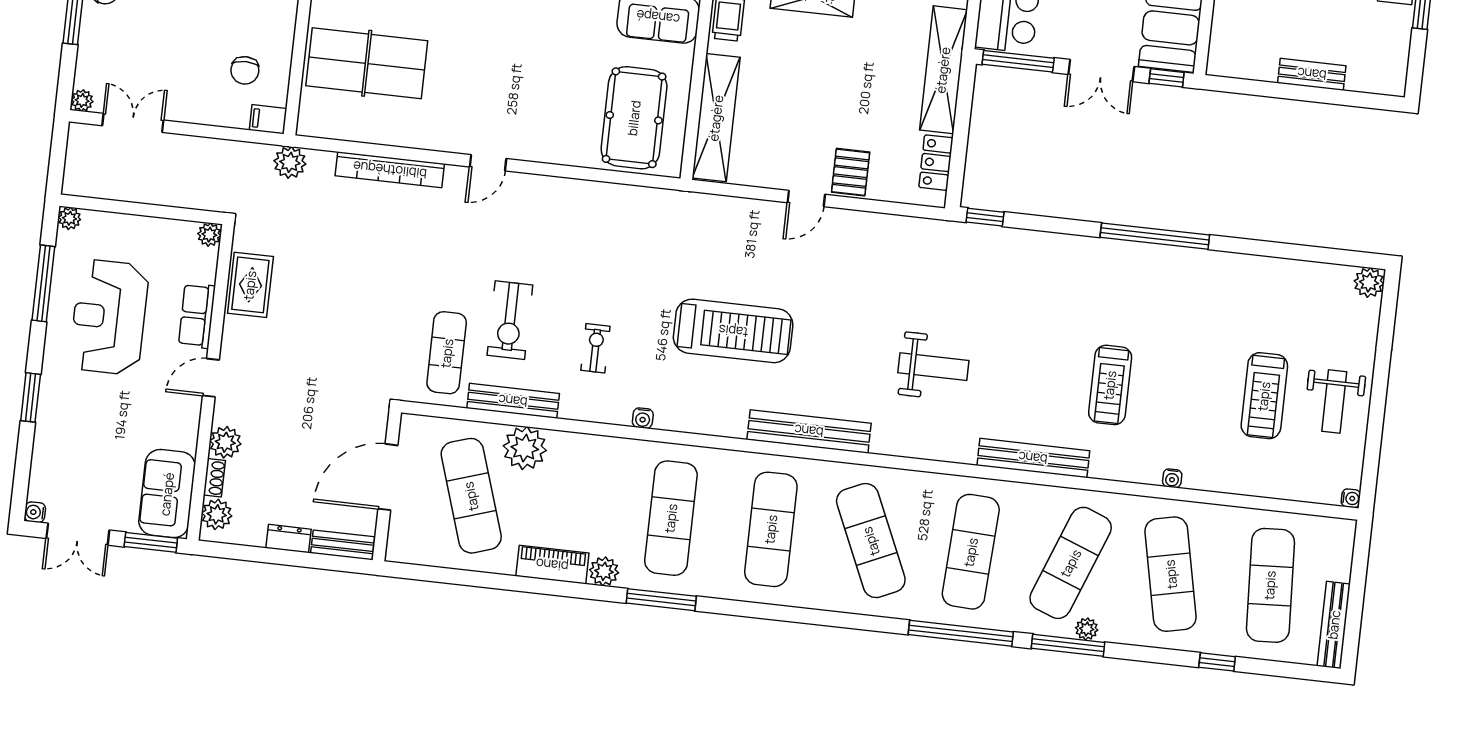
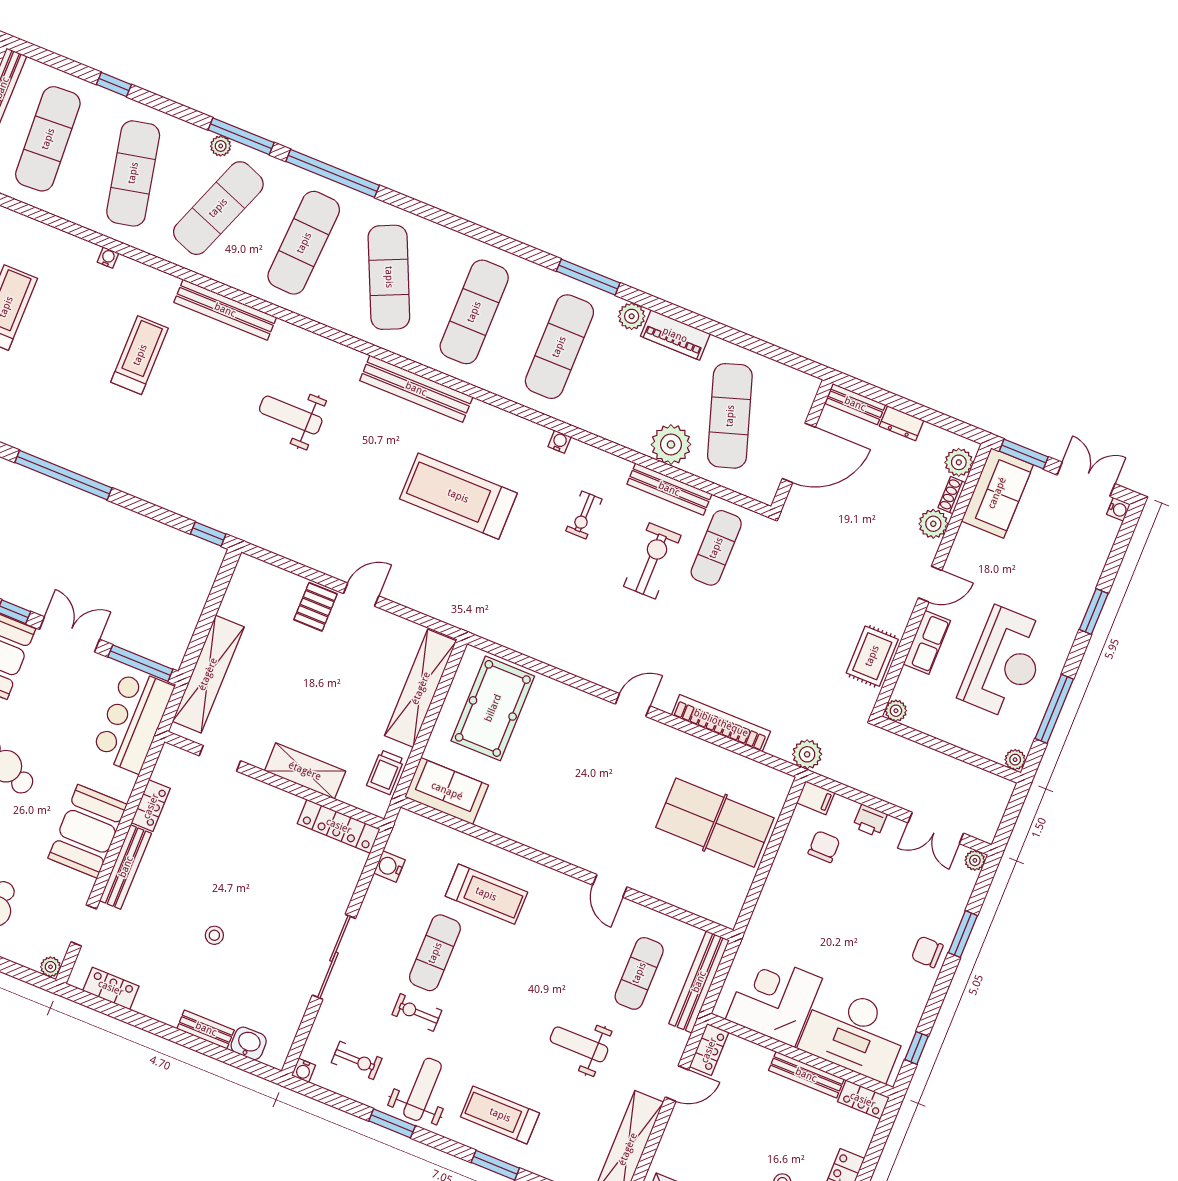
printer: (204, 111) -> (870, 821), added
locker: (936, 163) -> (238, 594), removed

